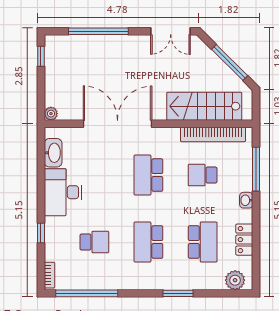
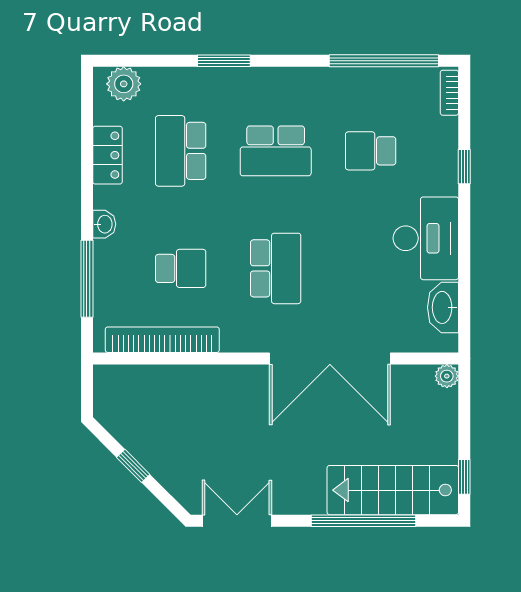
window: (230, 63) -> (133, 466), width x0.46
stairs: (204, 106) -> (393, 490), moved, turned 180
school desk: (148, 242) -> (276, 151), turned 90

